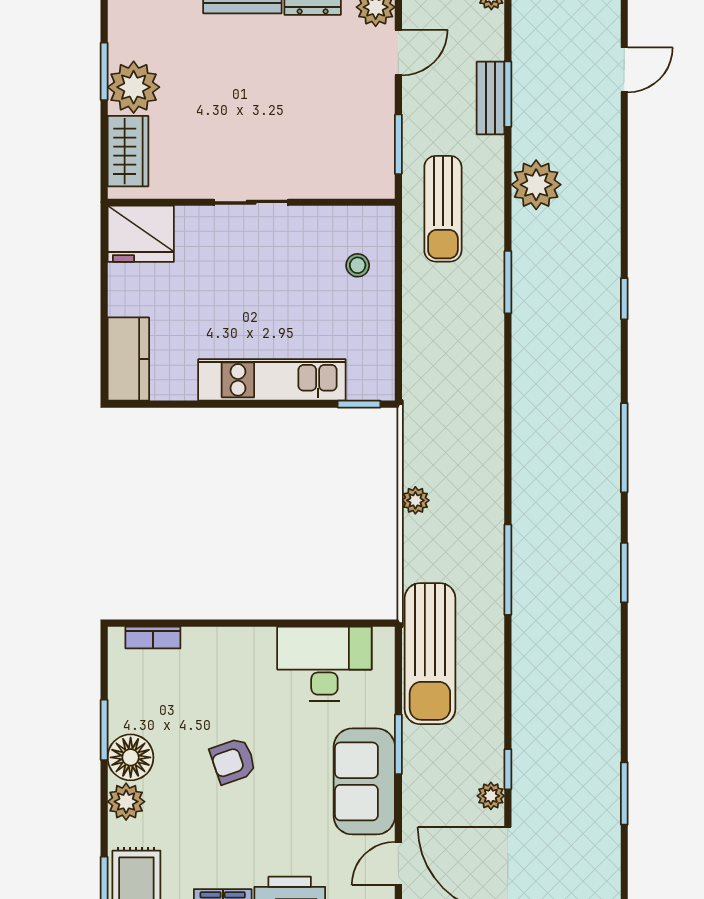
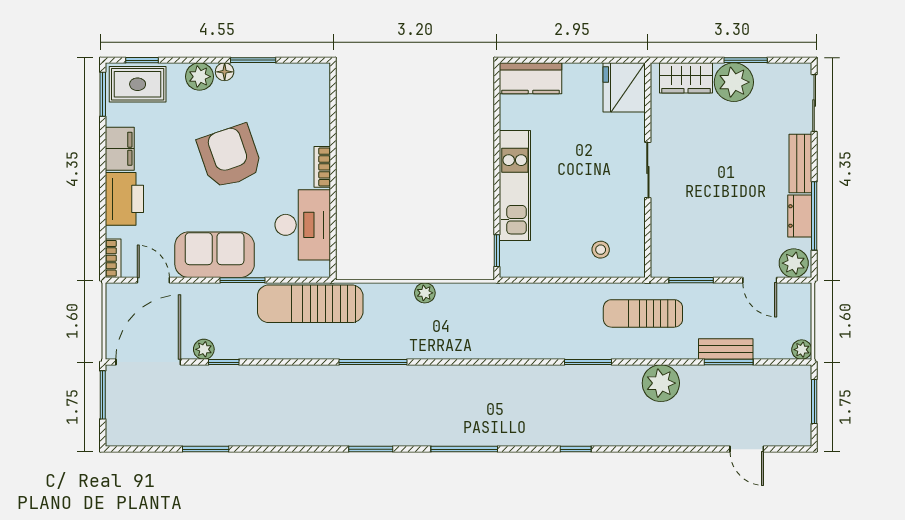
bookcase: (153, 637) -> (322, 167), moved
floor lamp: (131, 757) -> (225, 72), width x0.53, depth x0.53
armchair: (233, 761) -> (230, 156), width x1.88, depth x1.88

